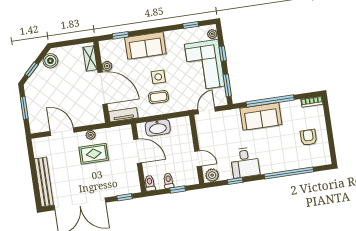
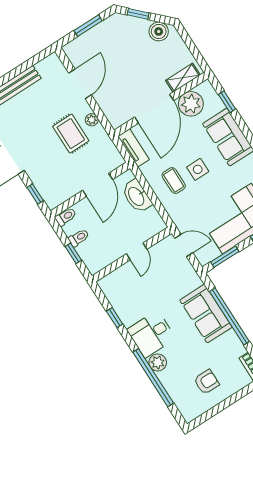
plant: (107, 66) -> (191, 104), width x1.88, depth x1.88
door: (198, 159) -> (137, 251), moved
desk: (245, 163) -> (151, 334), moved
plant: (212, 175) -> (158, 363), moved

